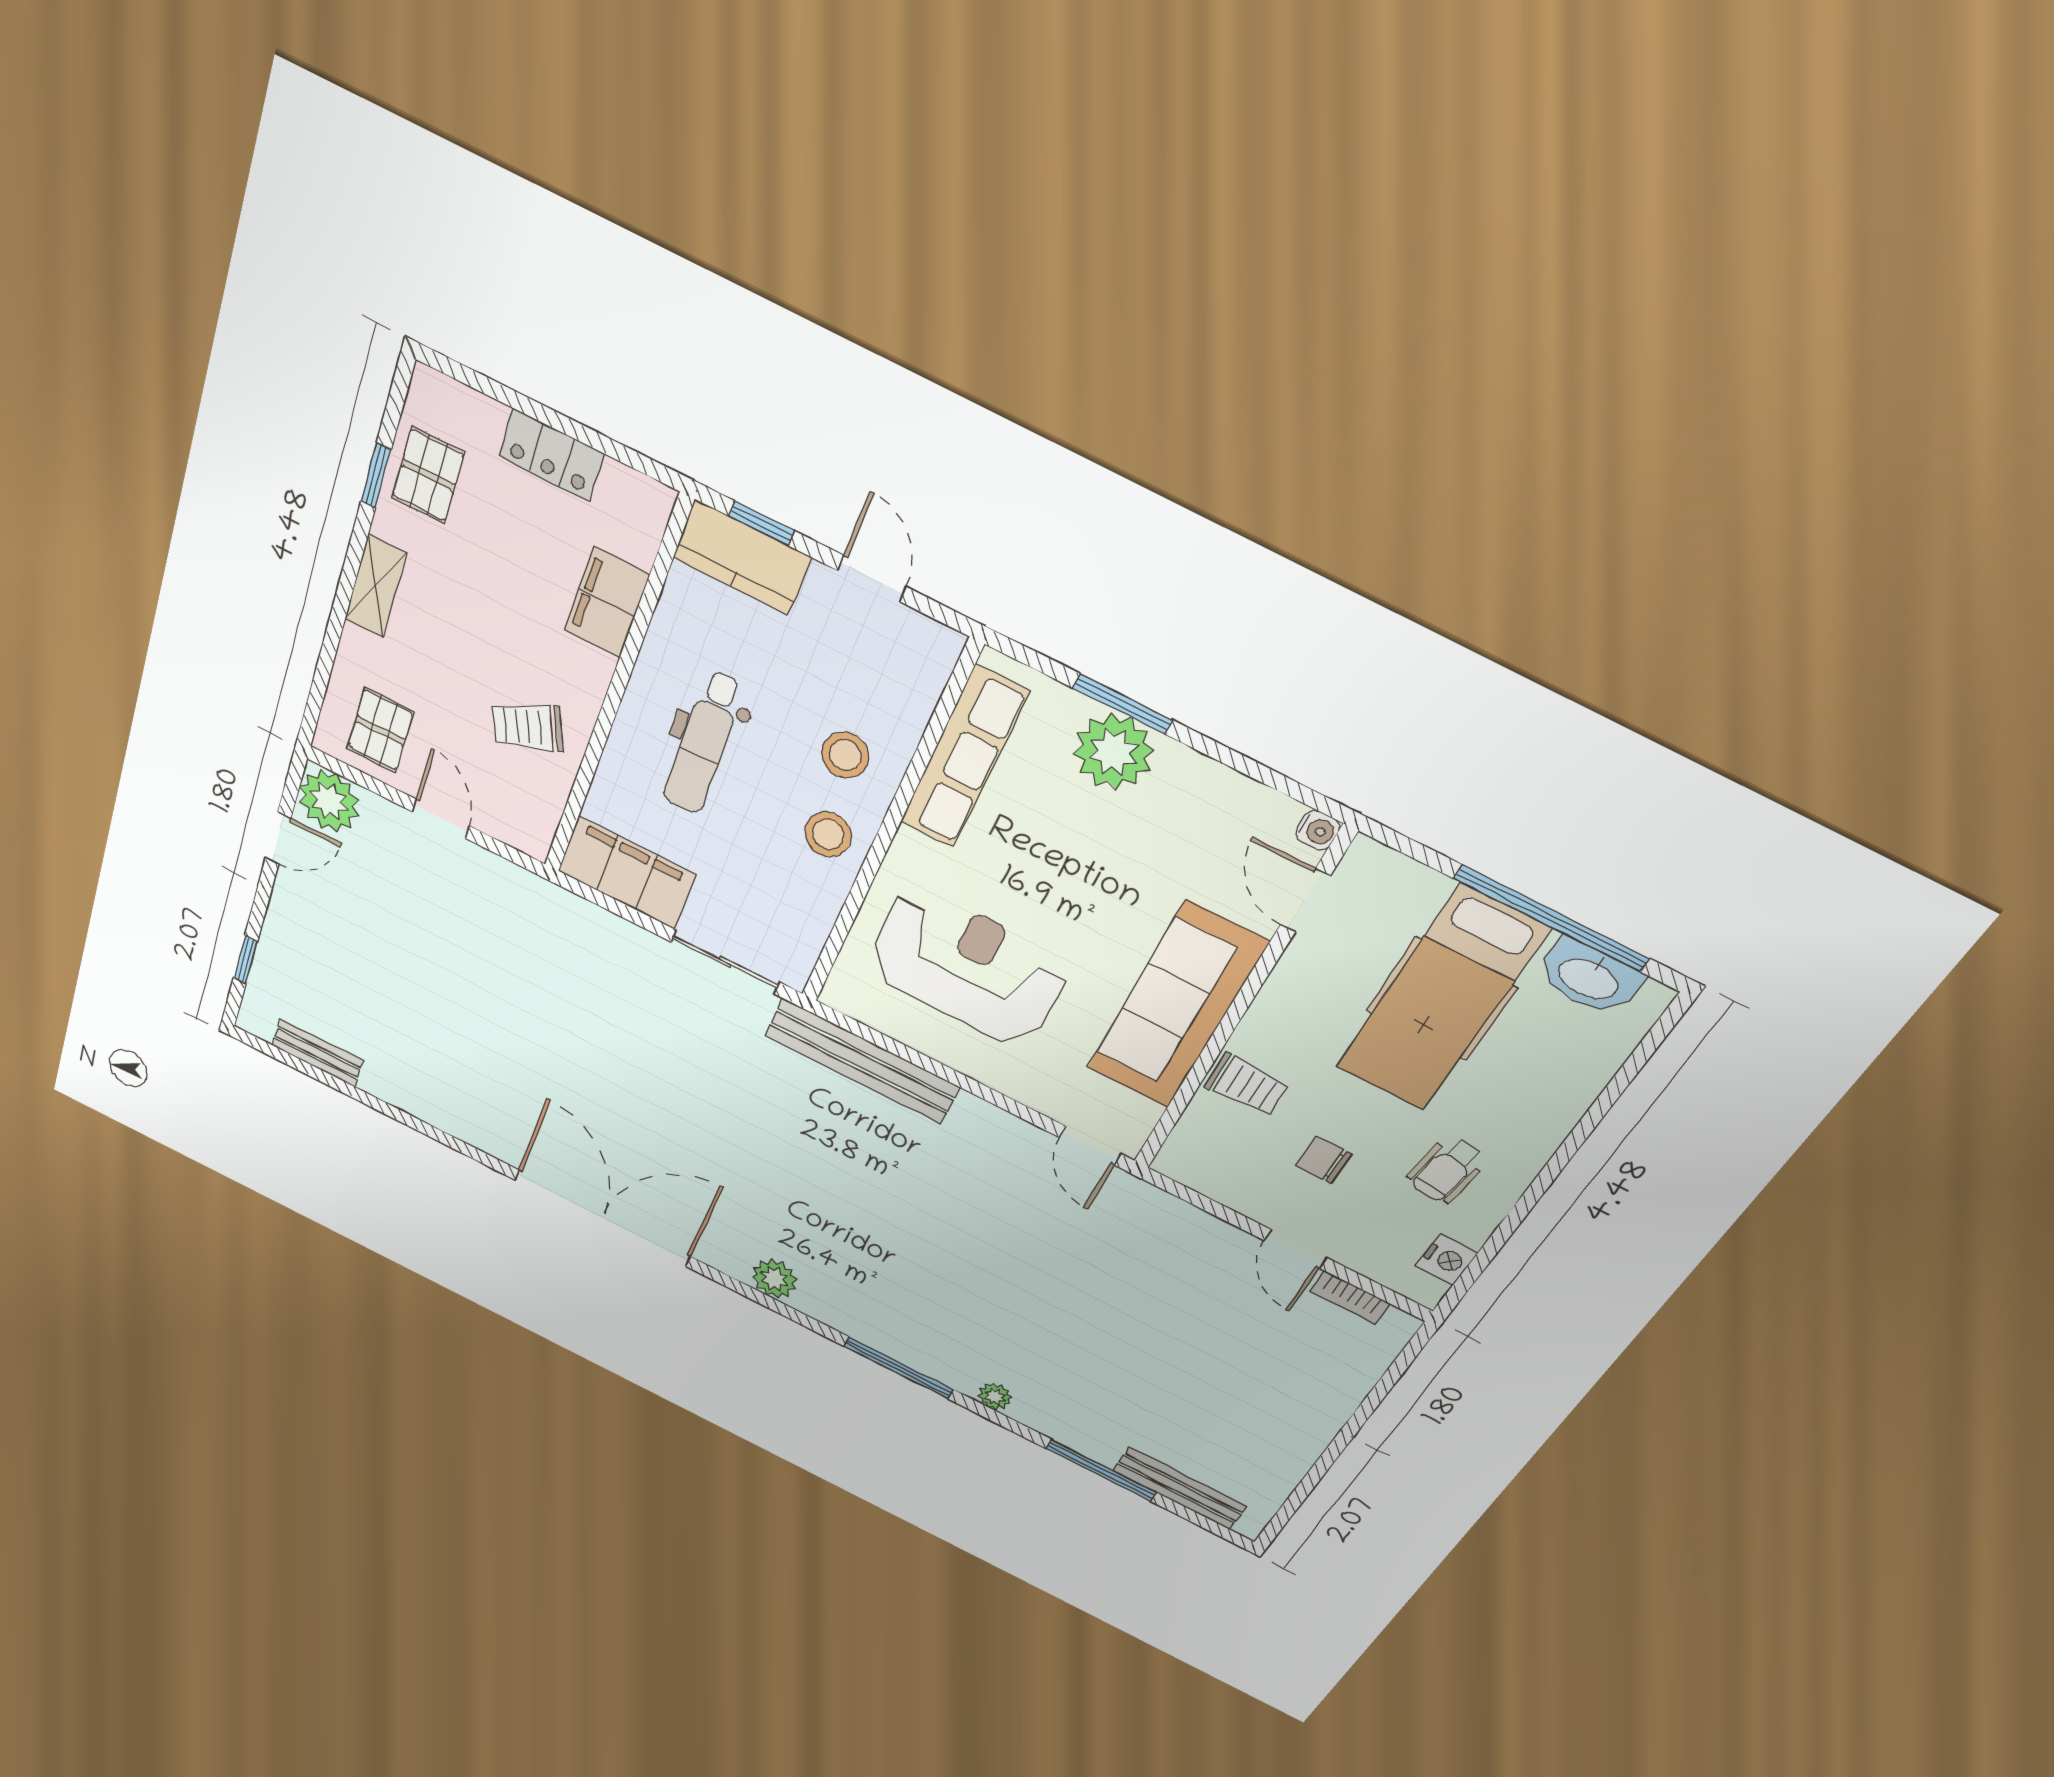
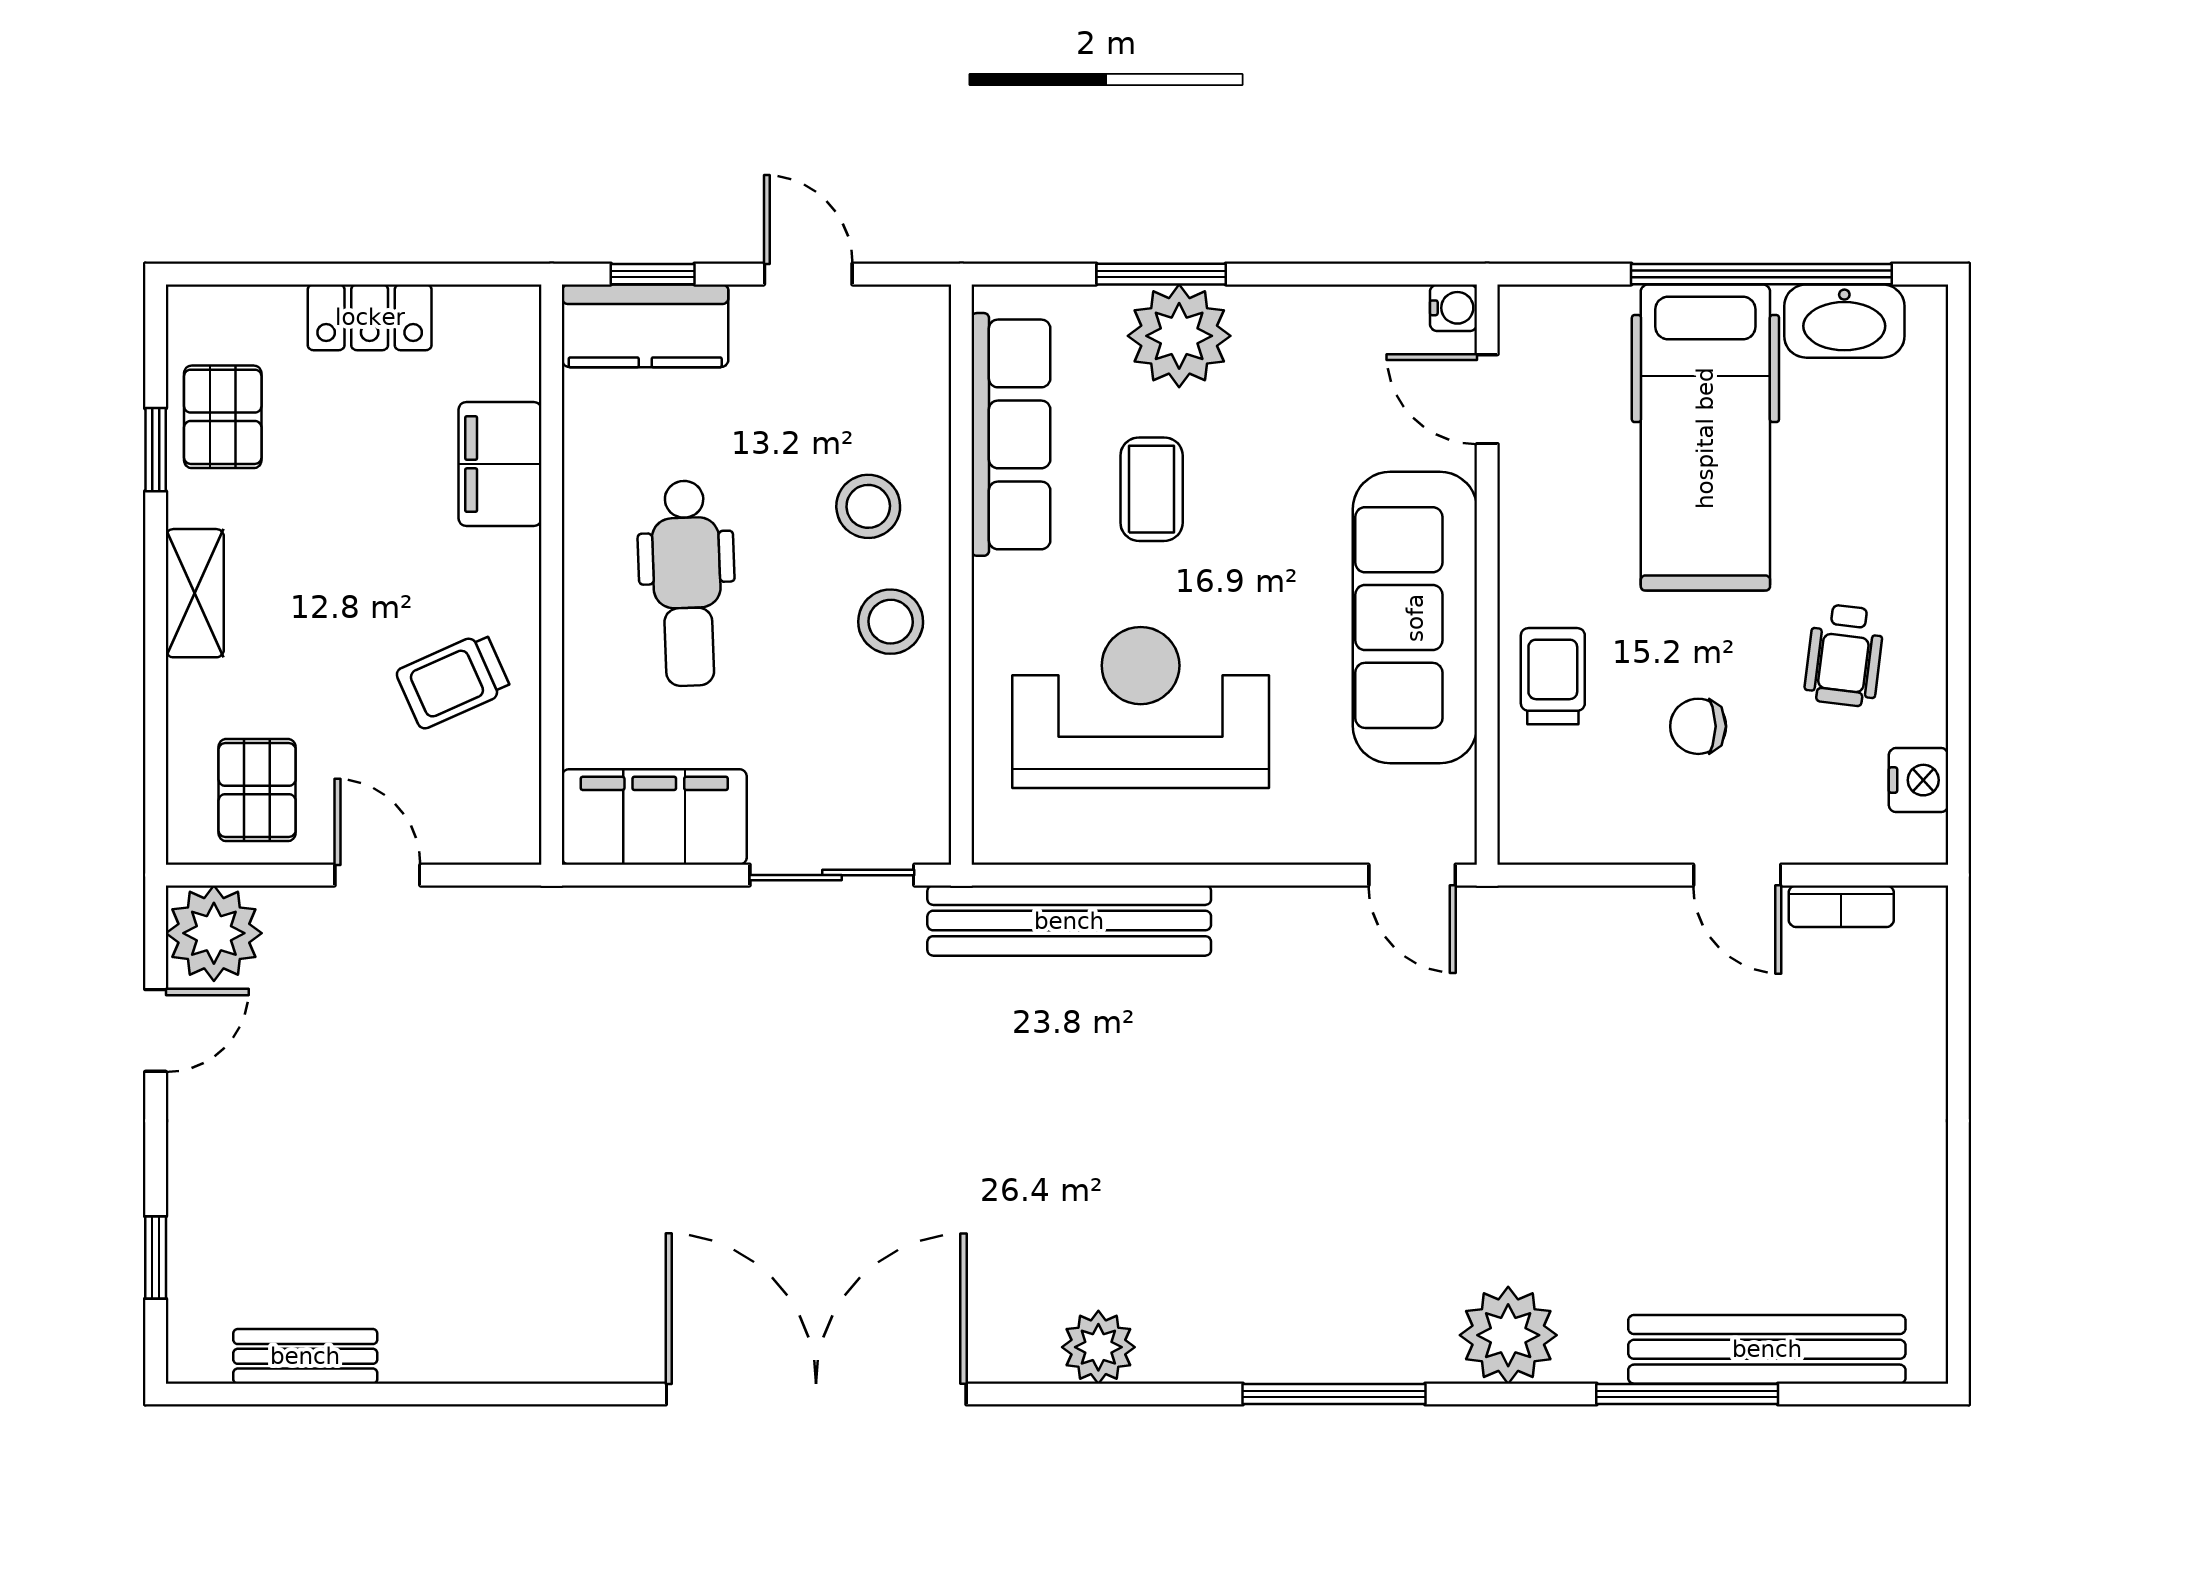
coffee table: (1042, 841) -> (1152, 489), added
trolley: (1247, 1085) -> (1553, 676), turned -90
plant: (995, 1396) -> (1508, 1335), width x1.87, depth x1.87
bench: (1180, 1488) -> (1767, 1349), width x1.37, depth x1.21

